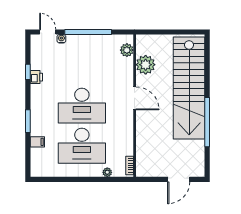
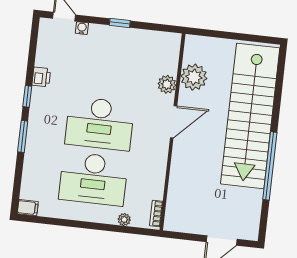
window: (88, 32) -> (120, 23), width x0.32
plant: (127, 50) -> (167, 84), moved
window: (28, 72) -> (27, 96), moved
door: (135, 98) -> (174, 122), hinge flipped
filing cabinet: (37, 142) -> (28, 208), moved

